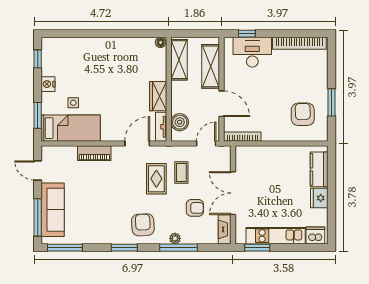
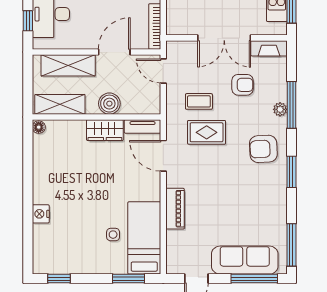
nightstand: (48, 84) -> (41, 214), moved, turned 90
boiler: (180, 122) -> (109, 104), moved
armchair: (195, 208) -> (242, 85), turned 90

